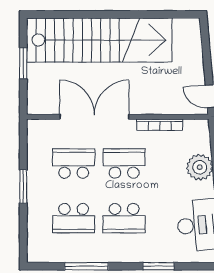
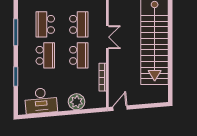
double door: (94, 117) -> (107, 37), width x0.54
school desk: (124, 218) -> (45, 55), turned 180

